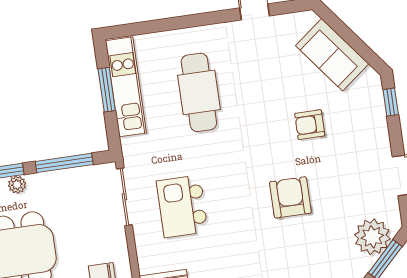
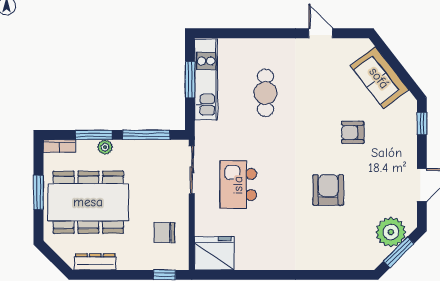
cafe table: (199, 92) -> (265, 93), width x0.73, depth x0.74

